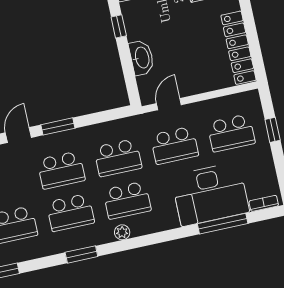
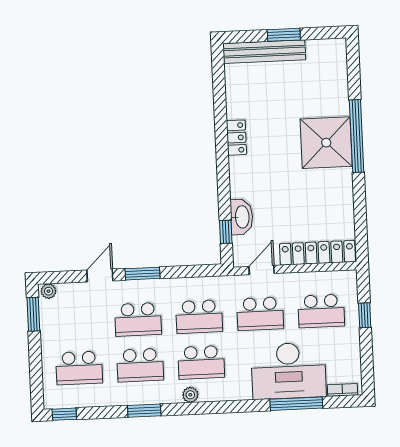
window: (119, 26) -> (226, 232), moved
locker: (238, 48) -> (318, 253), moved, turned 90

